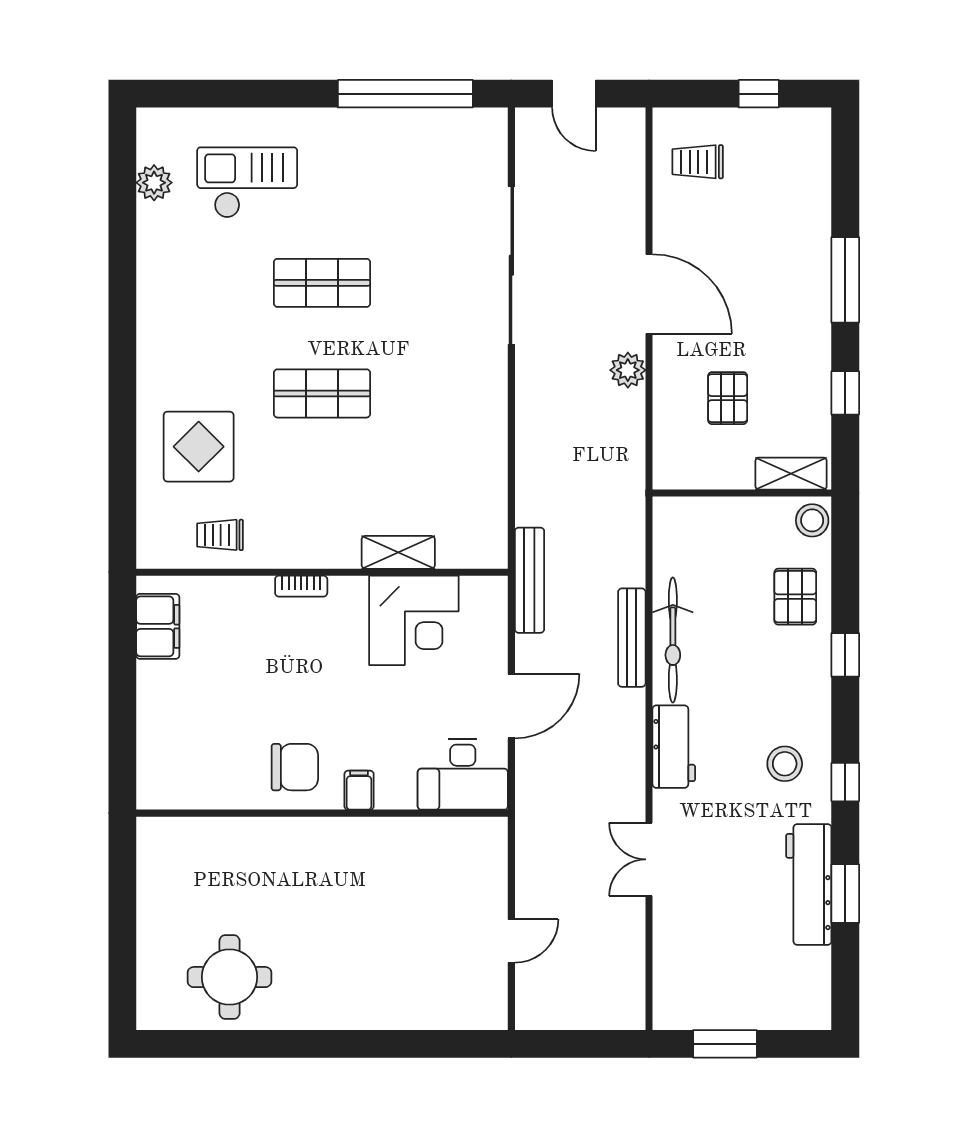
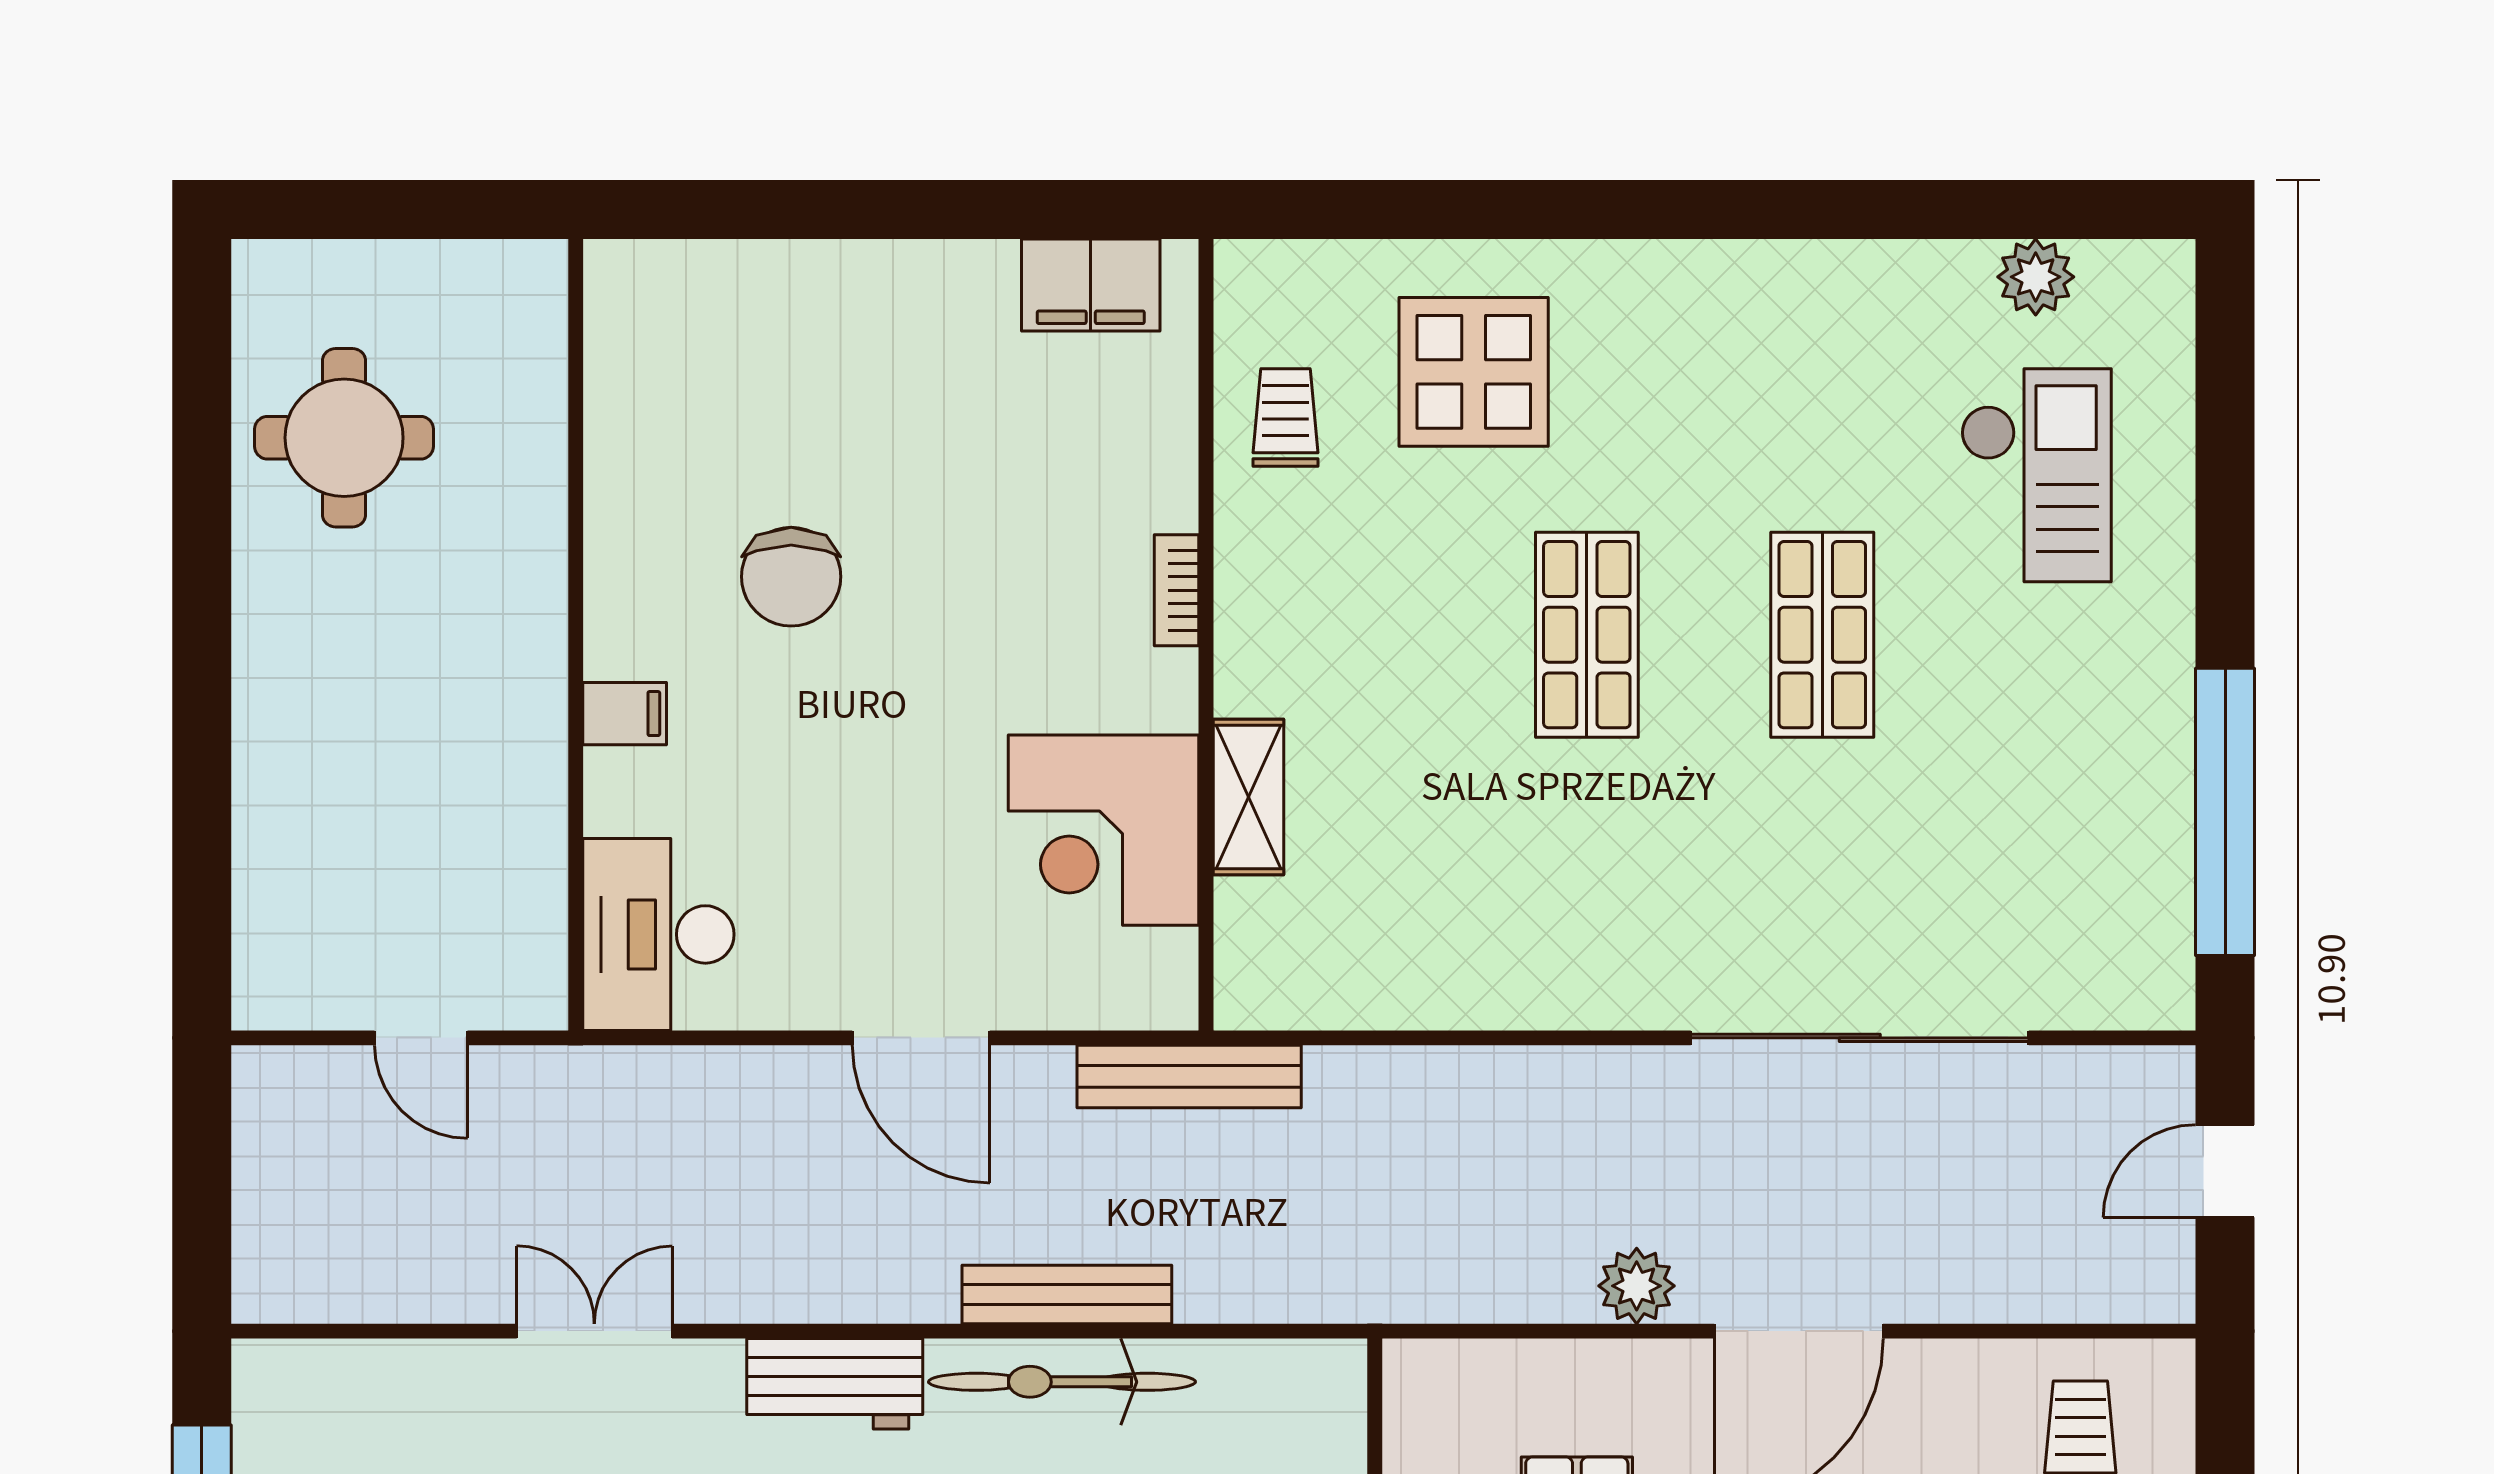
desk: (463, 774) -> (658, 934), moved
filing cabinet: (359, 790) -> (625, 714), moved
wall: (322, 813) -> (576, 635), moved

